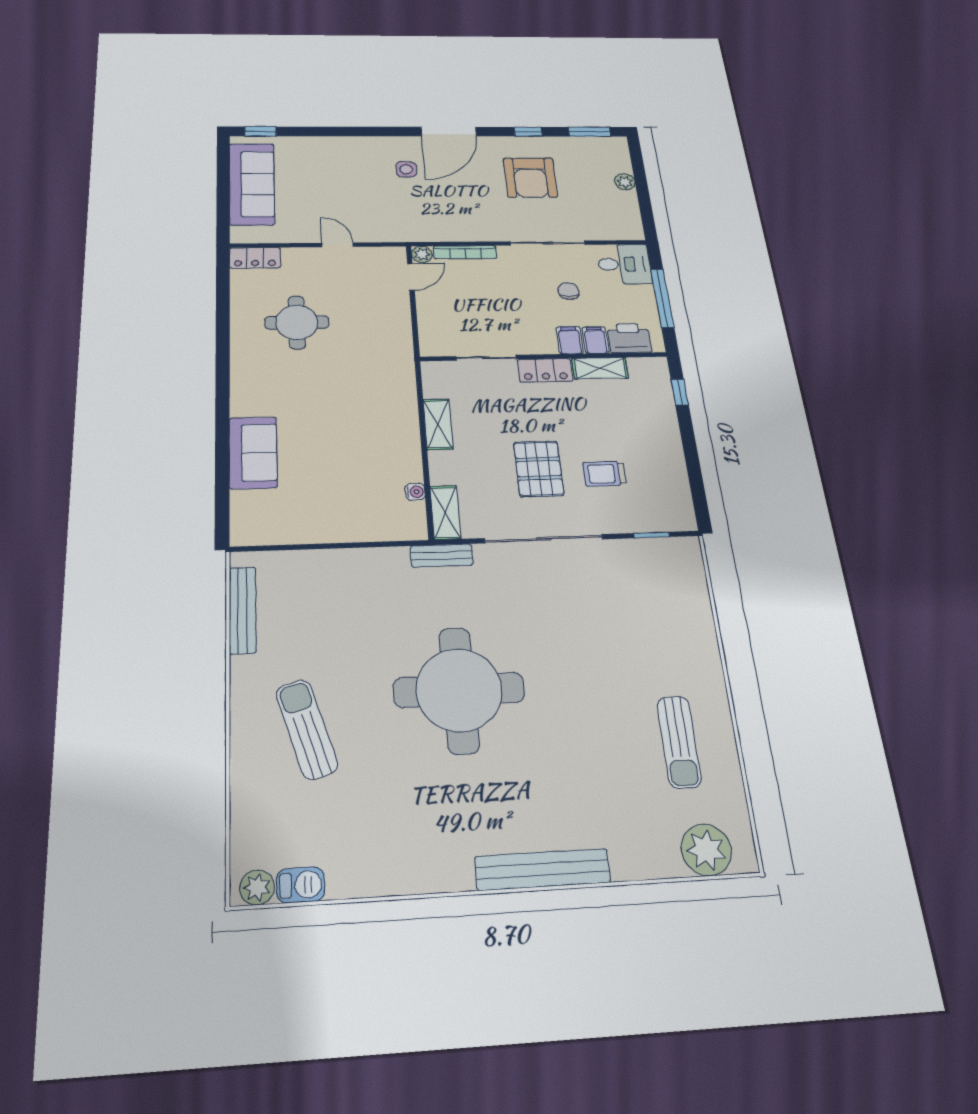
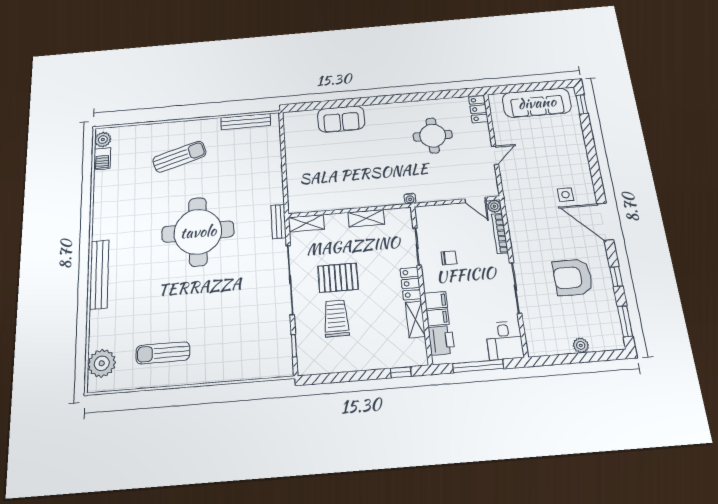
chair: (569, 291) -> (449, 258), moved
trolley: (604, 474) -> (336, 318), width x1.36, depth x1.39
water cooler: (415, 492) -> (410, 199), moved

